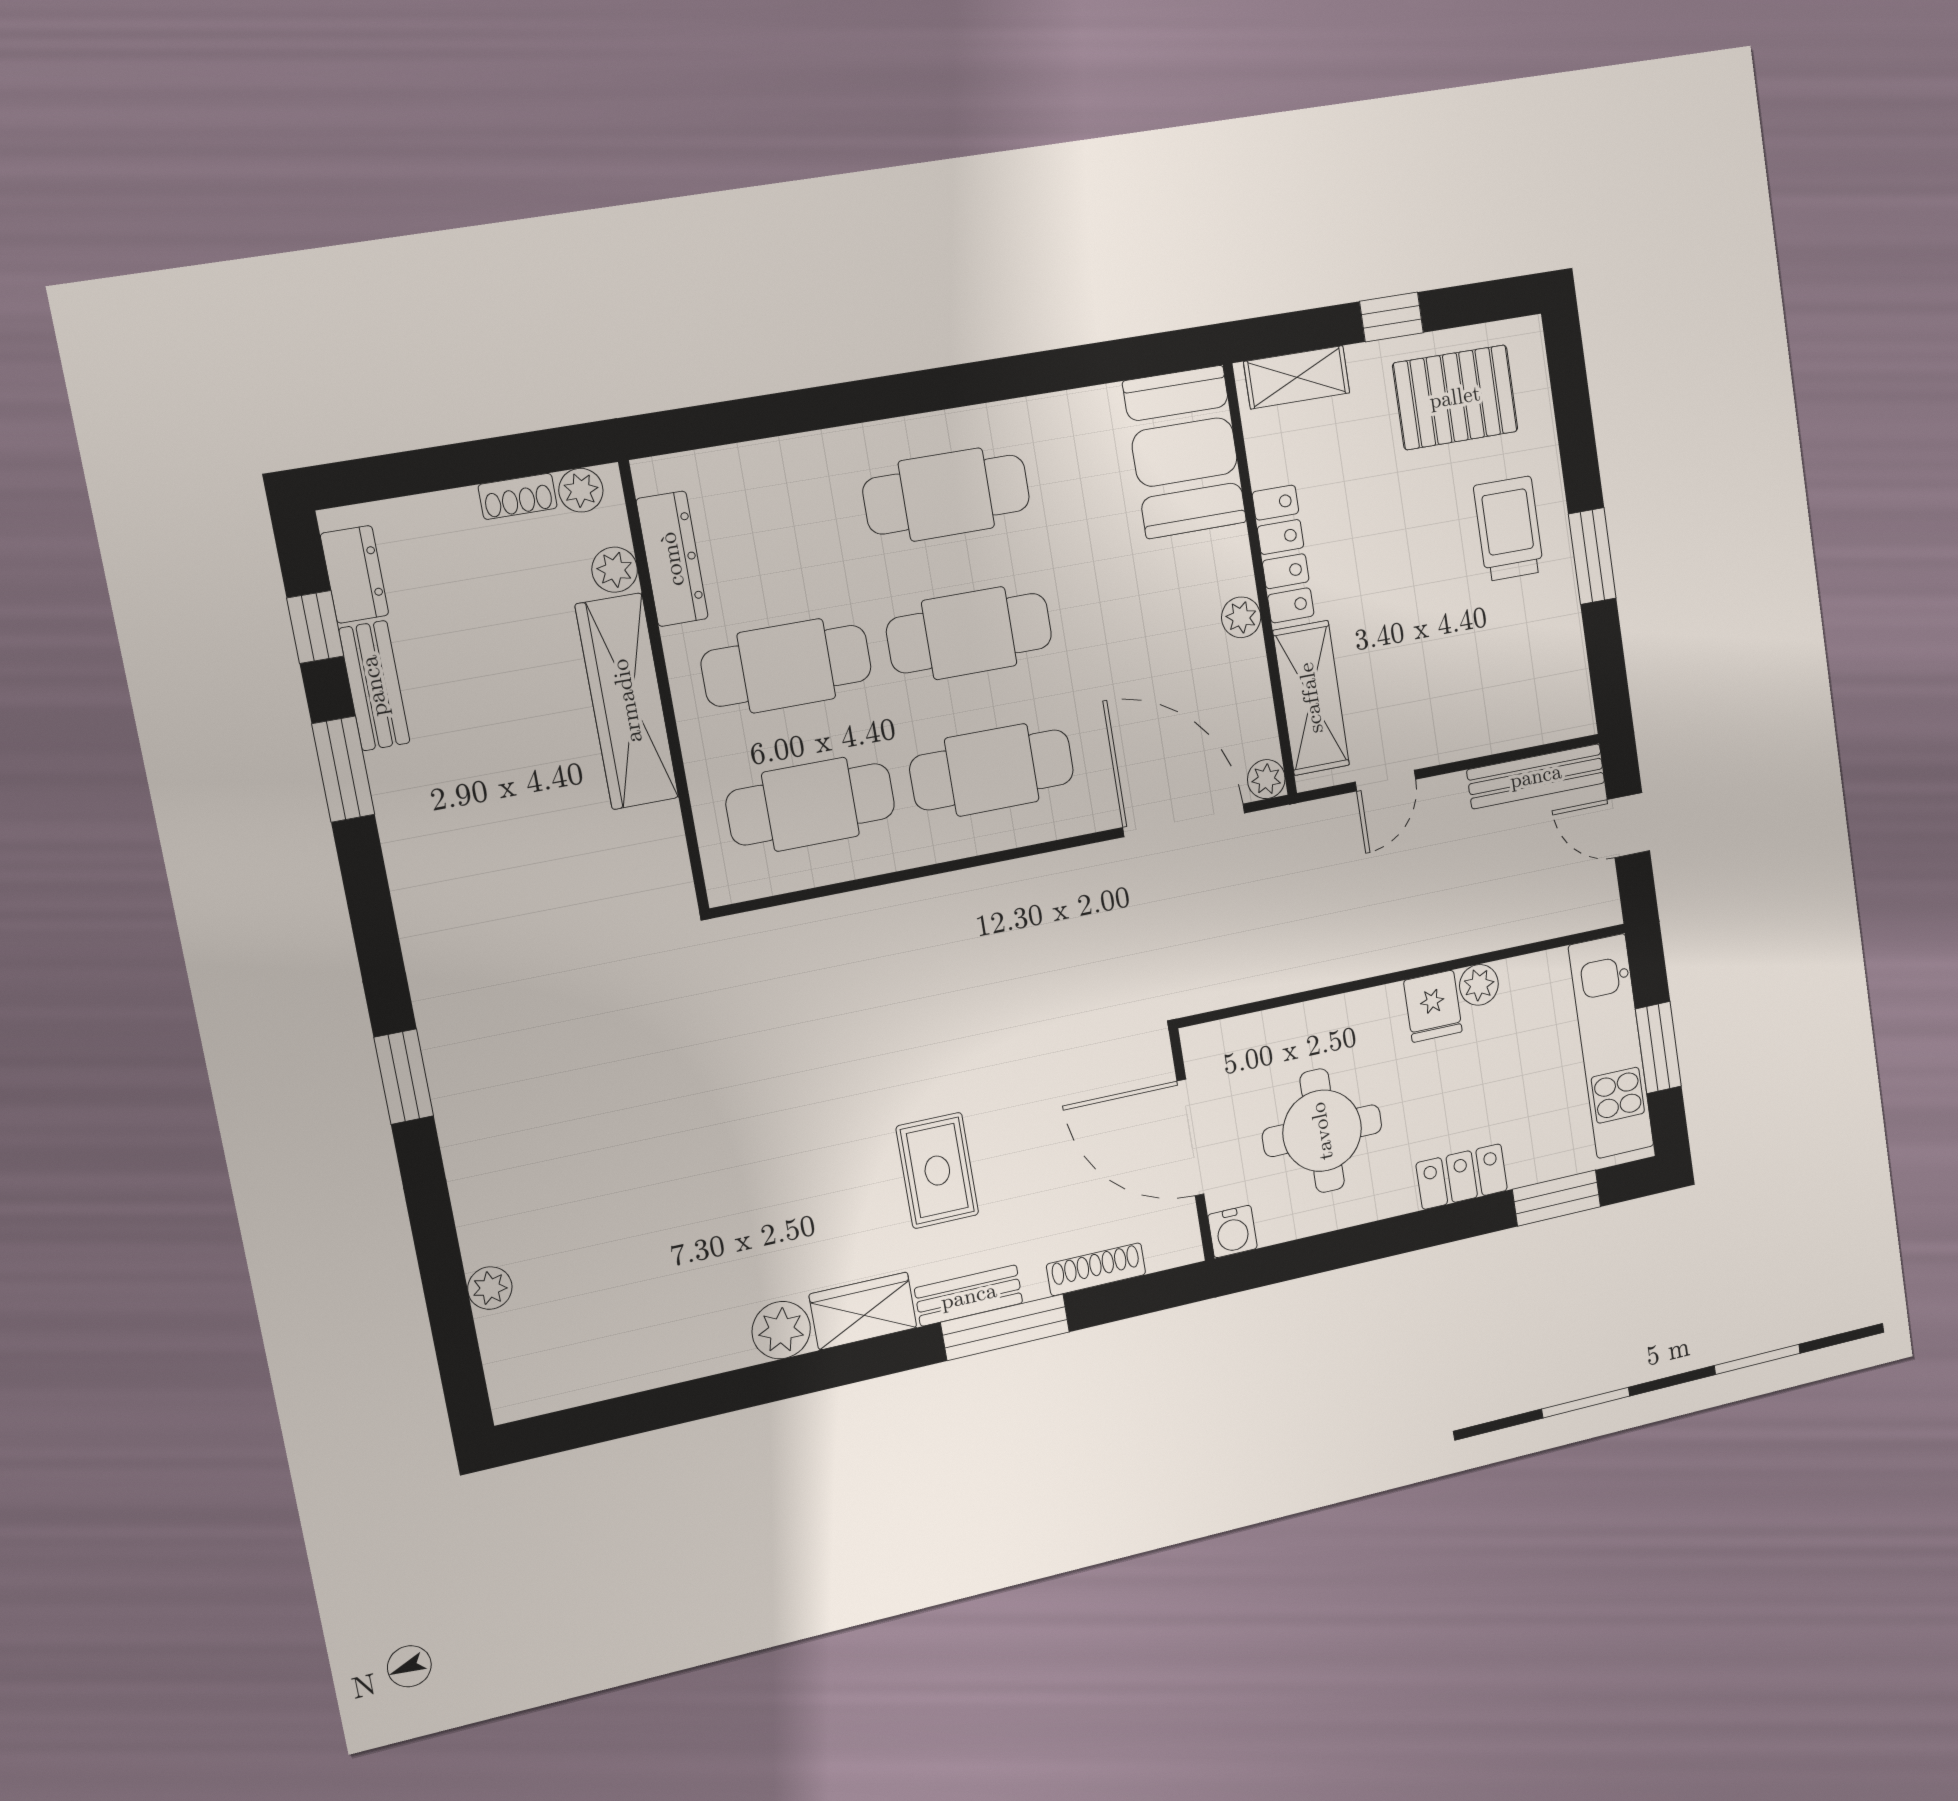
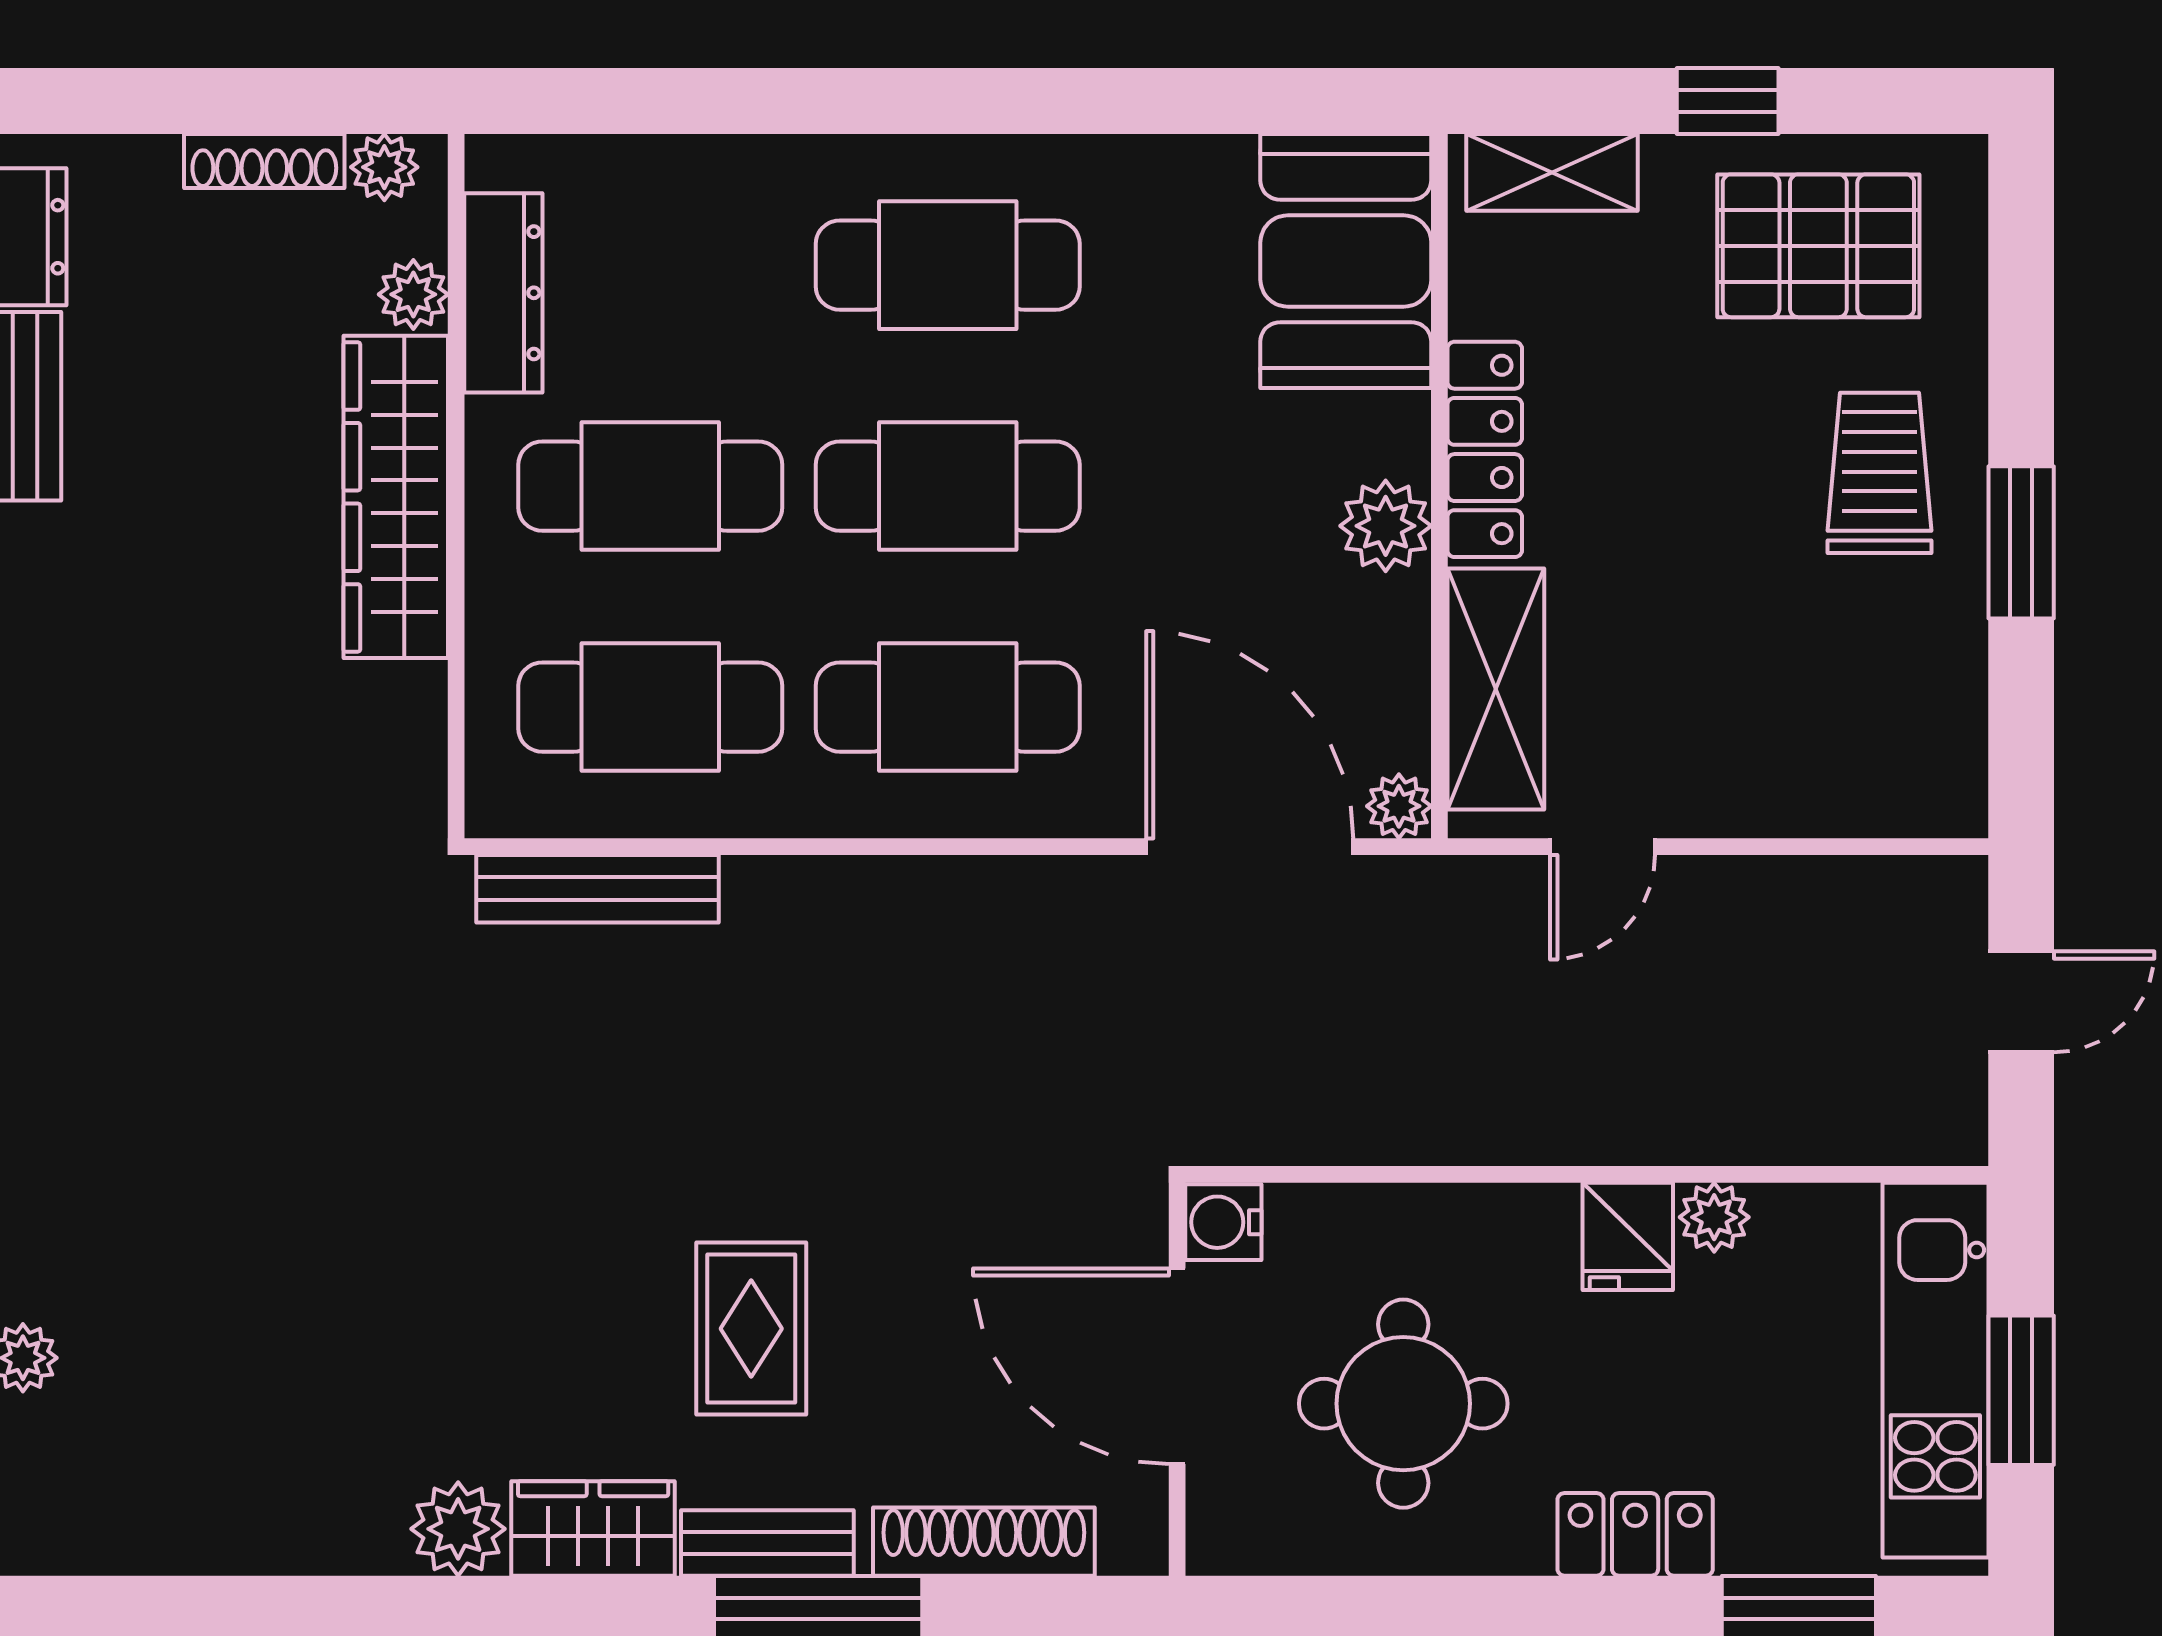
shoe rack: (518, 496) -> (264, 161), width x1.43
plant: (1241, 617) -> (1386, 526), width x1.38, depth x1.38
bench: (1536, 776) -> (597, 889), moved
door: (1628, 825) -> (2021, 1002), swing flipped
water cooler: (1233, 1232) -> (1223, 1222), moved, turned 90
shoe rack: (1096, 1269) -> (984, 1542), width x1.36, depth x1.24

